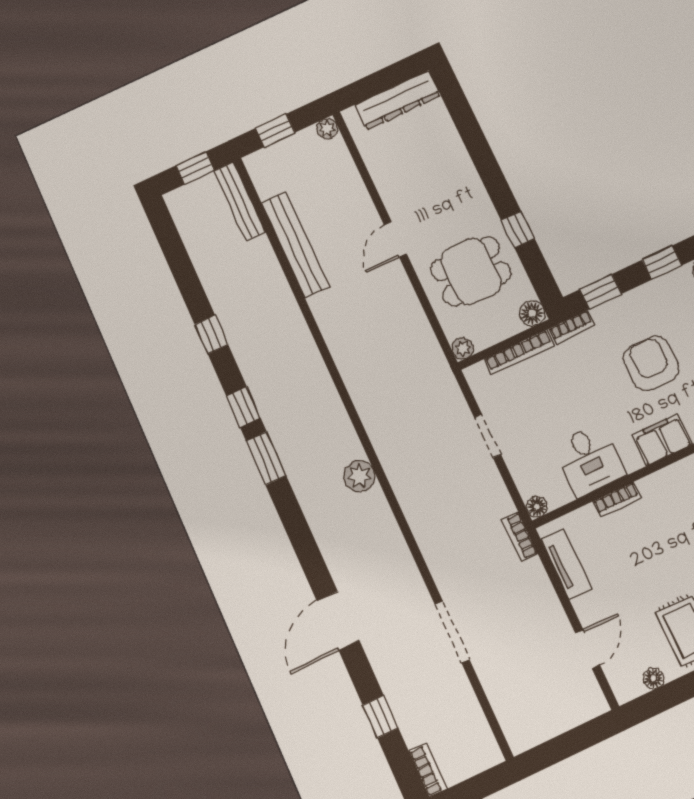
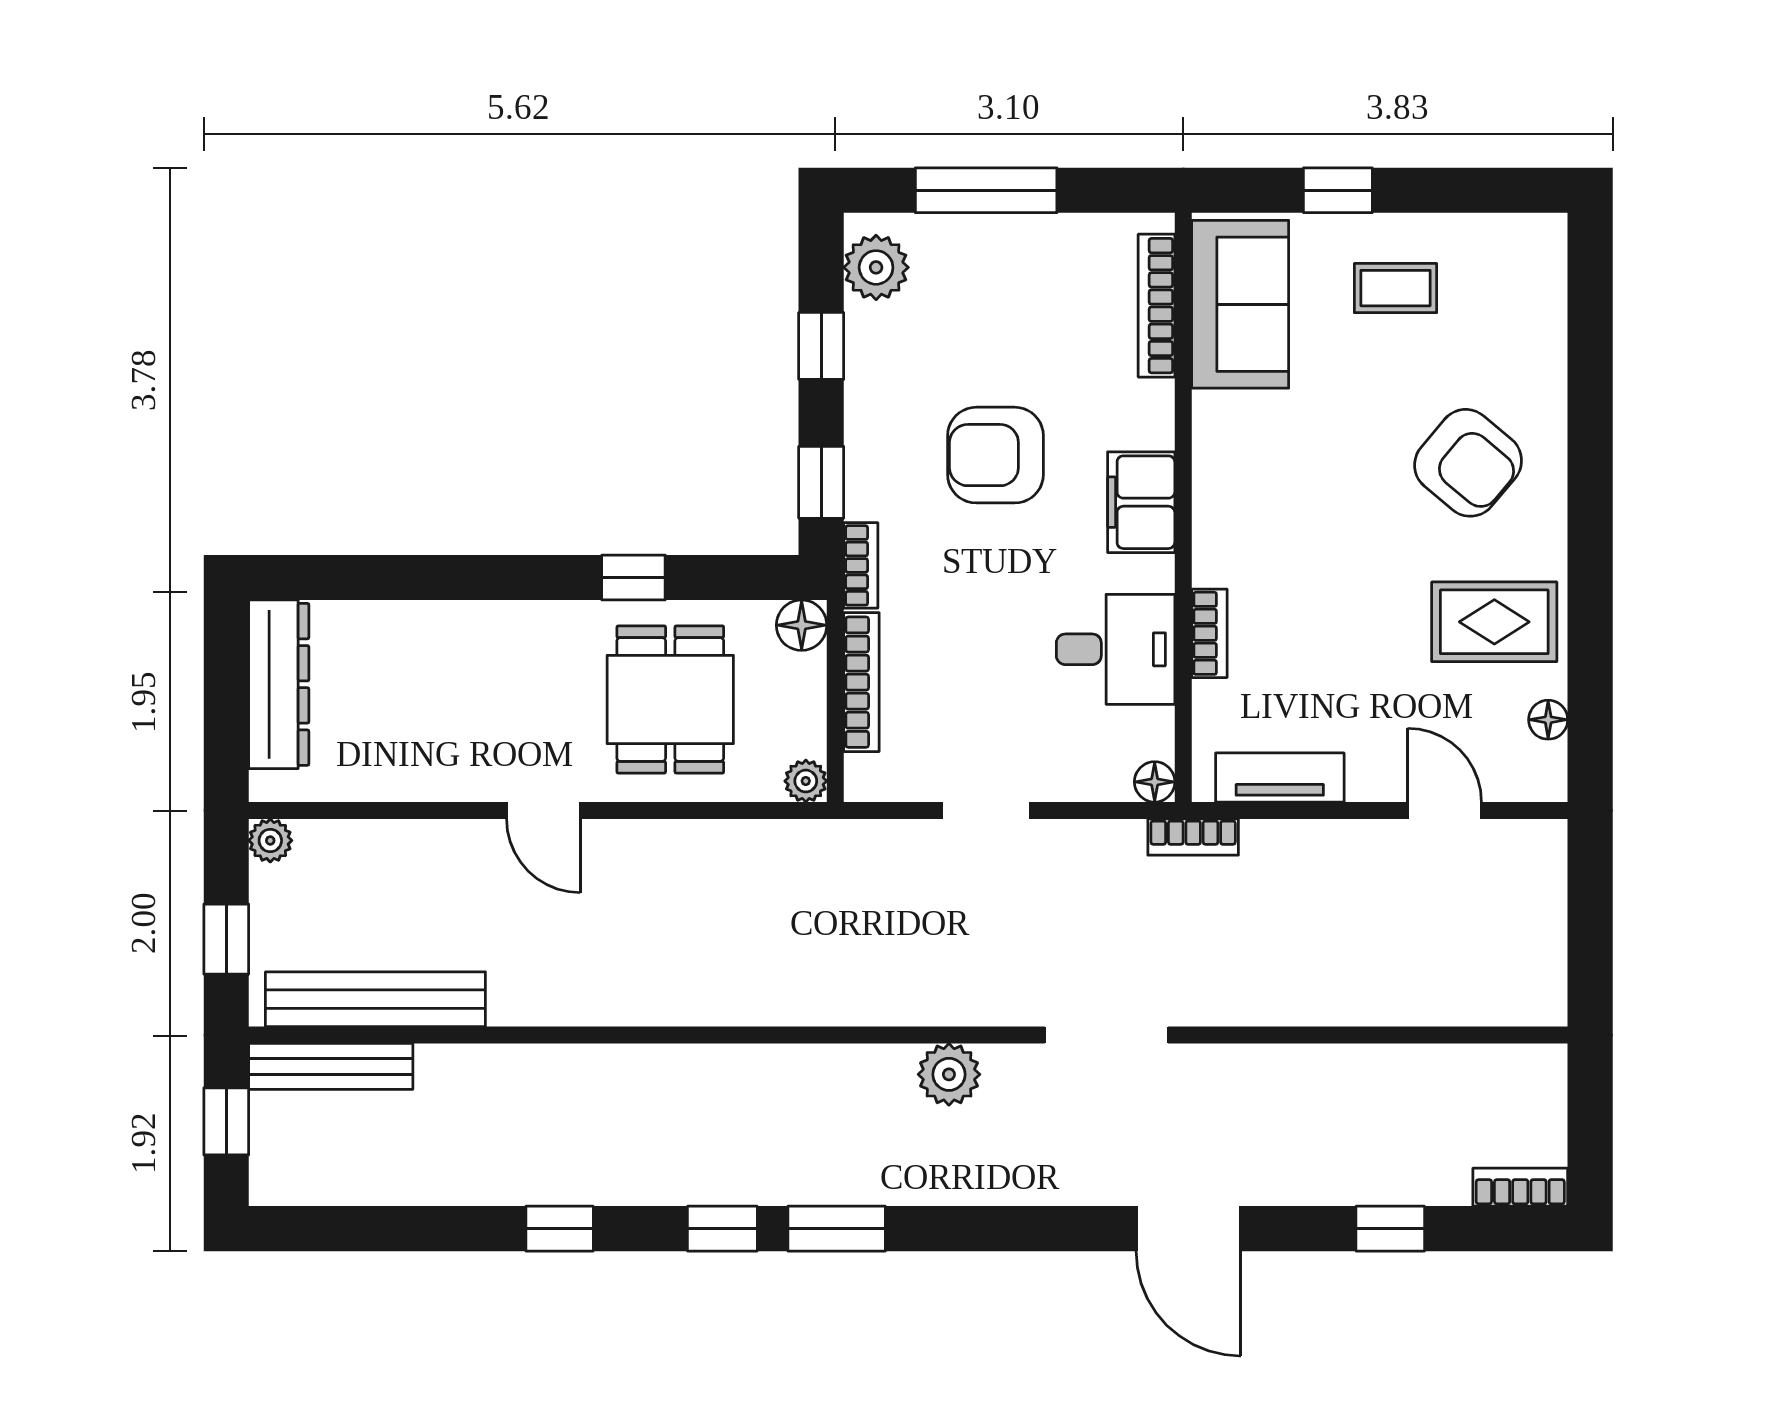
bench: (295, 245) -> (375, 999), moved
doorway: (452, 632) -> (1106, 1035), moved

